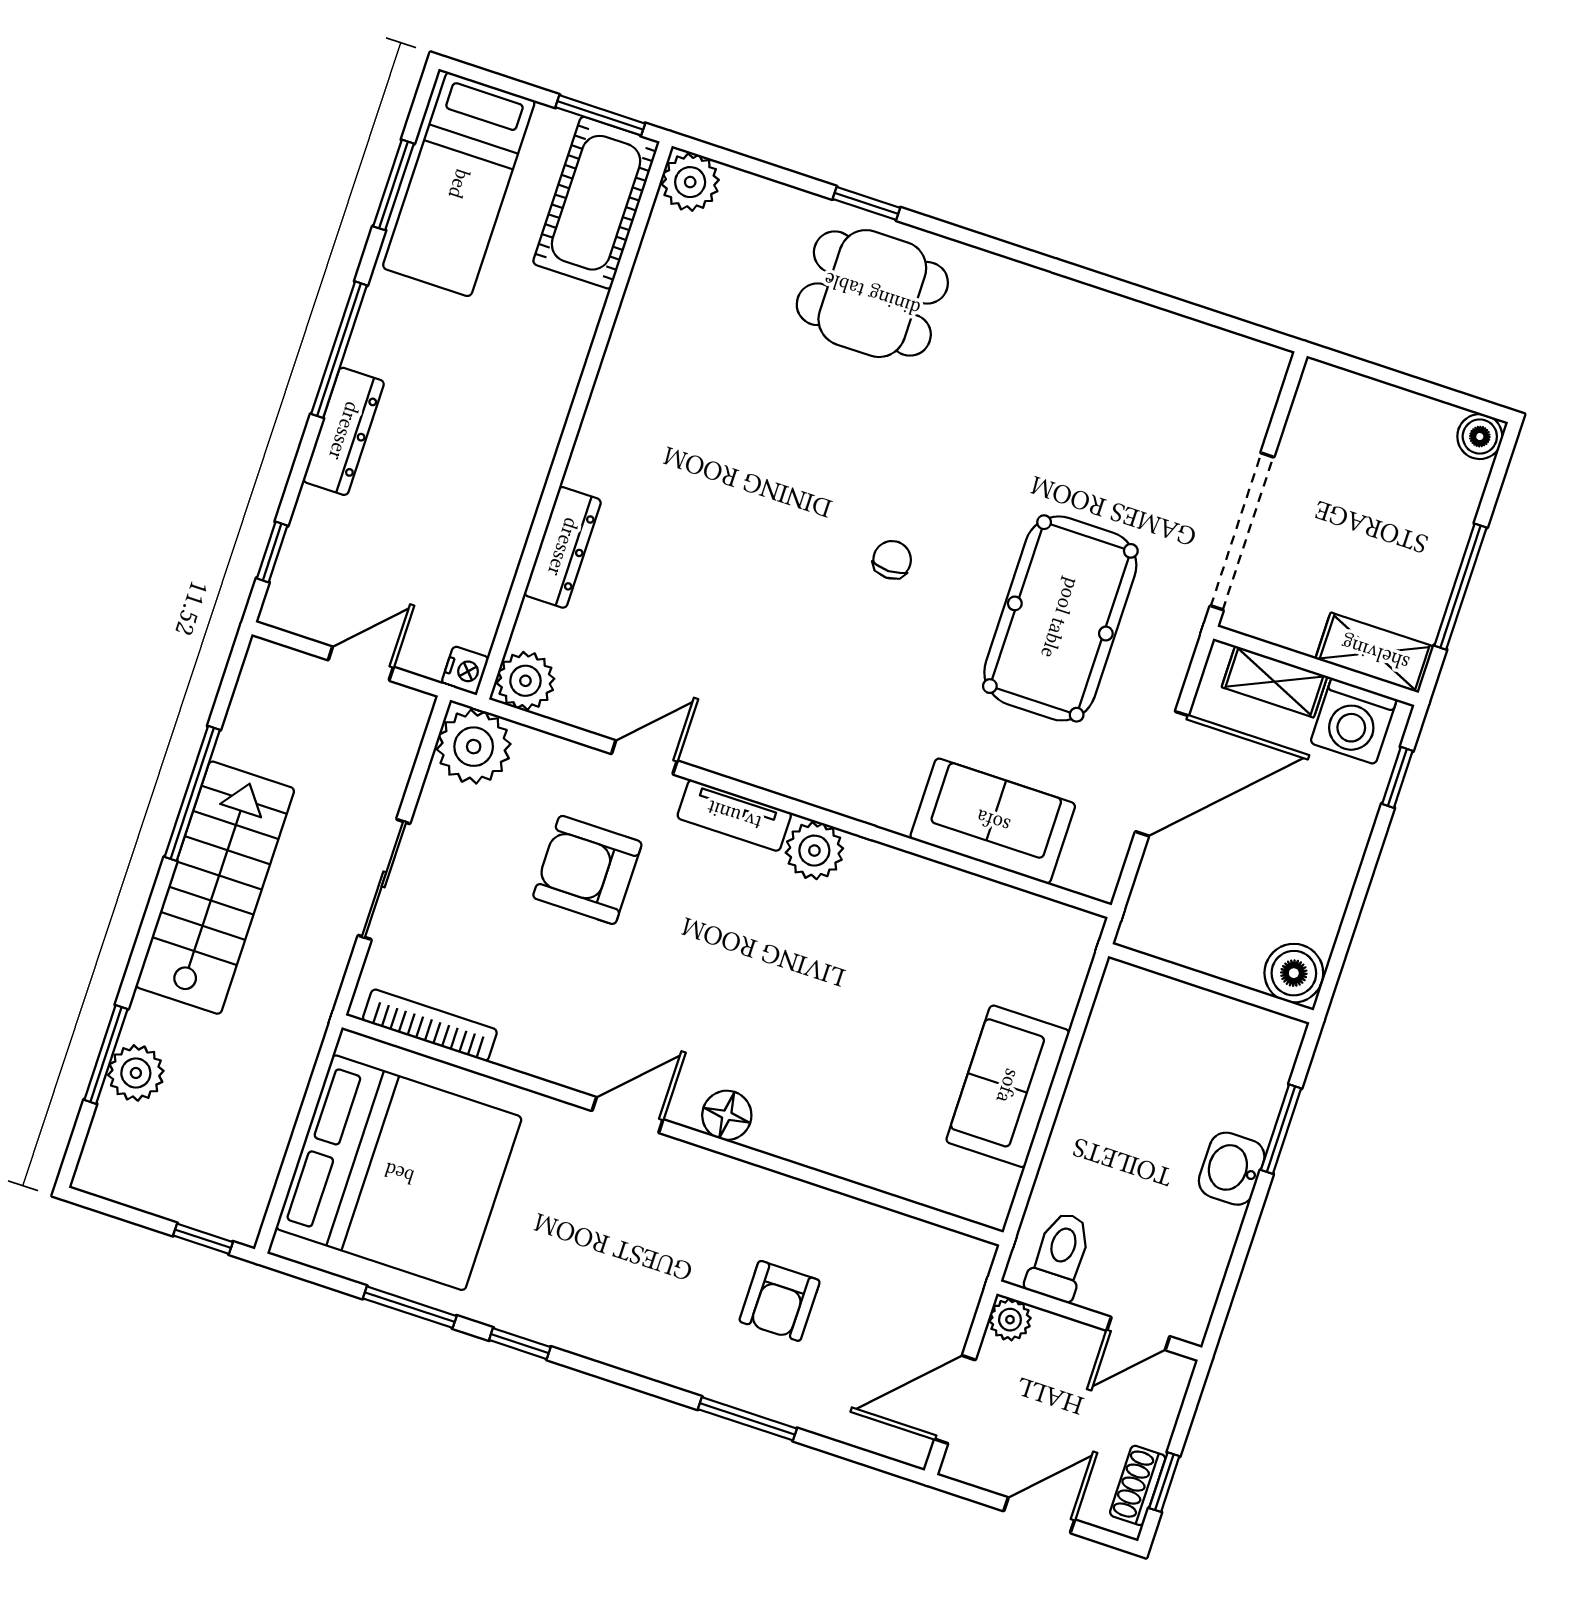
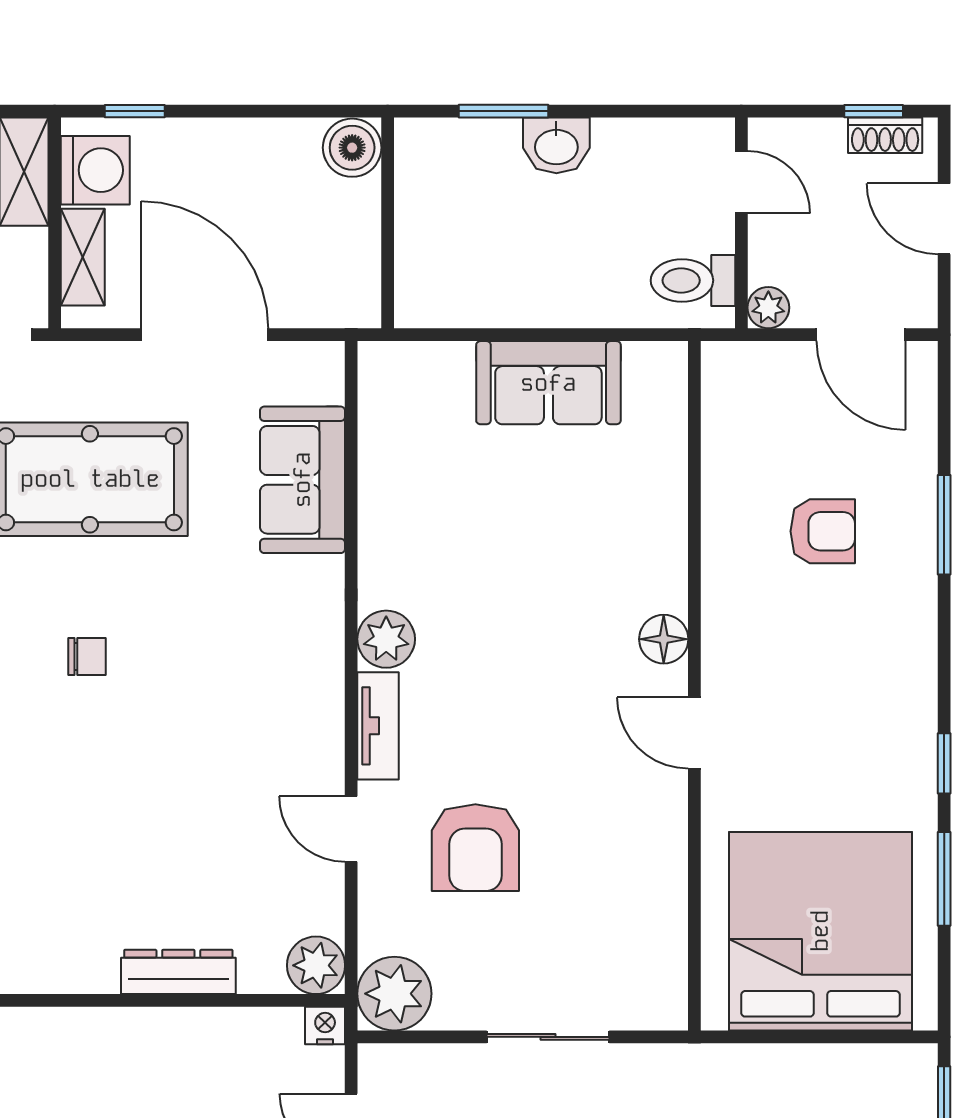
chair: (892, 560) -> (87, 657), turned 180
bookcase: (430, 1025) -> (671, 948), removed

